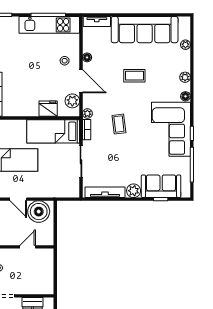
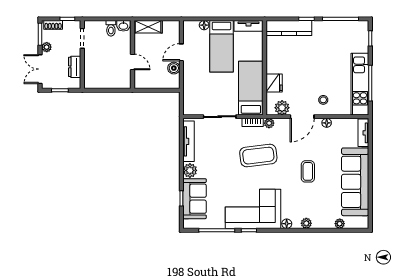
coffee table: (119, 124) -> (258, 156), width x1.86, depth x1.72
boiler: (39, 212) -> (174, 68), width x0.54, depth x0.54

